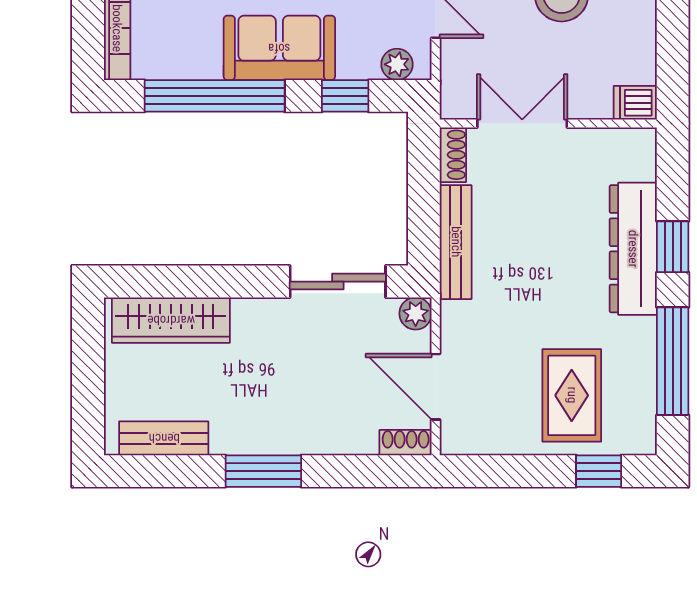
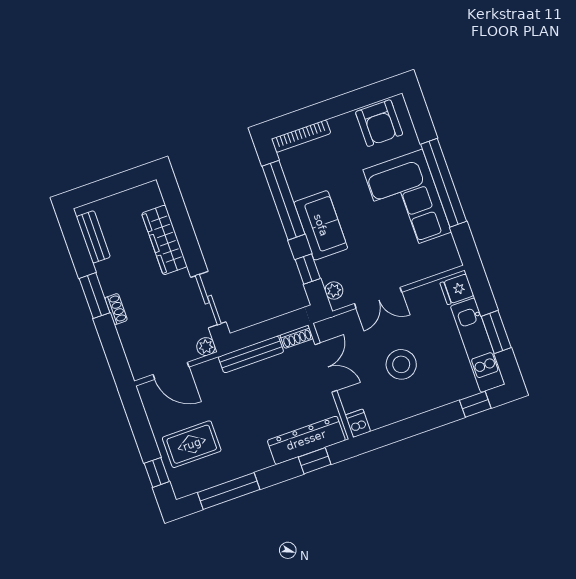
window: (673, 247) -> (315, 461), moved
dresser: (633, 249) -> (306, 440), moved
wardrobe: (171, 320) -> (164, 240), moved
door: (436, 387) -> (171, 371), swing flipped
shoe rack: (406, 443) -> (116, 309), moved

